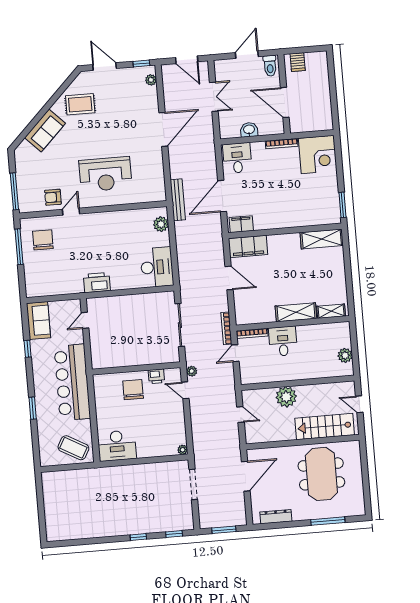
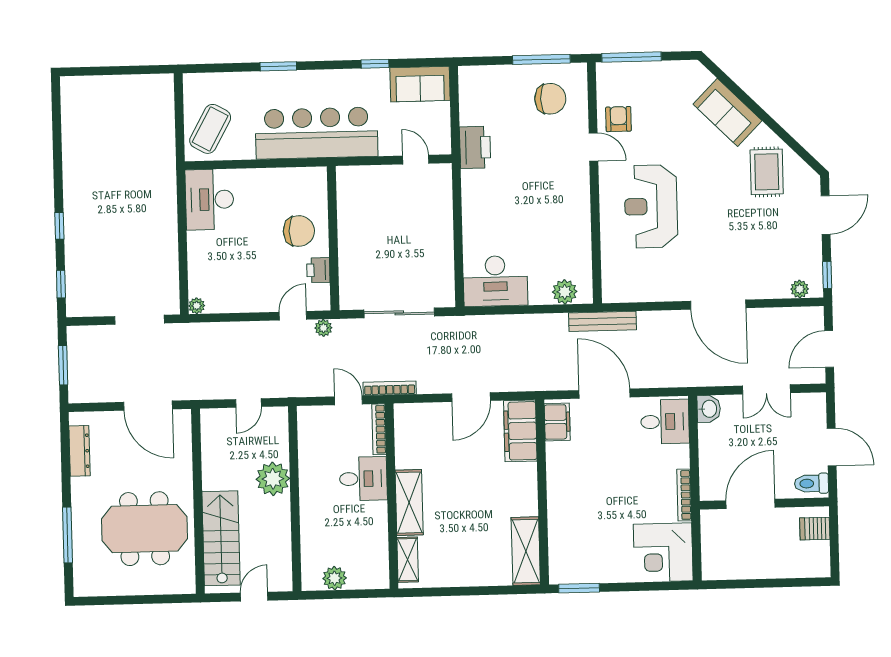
washbasin: (249, 130) -> (709, 409), moved
printer: (97, 283) -> (475, 147), moved

